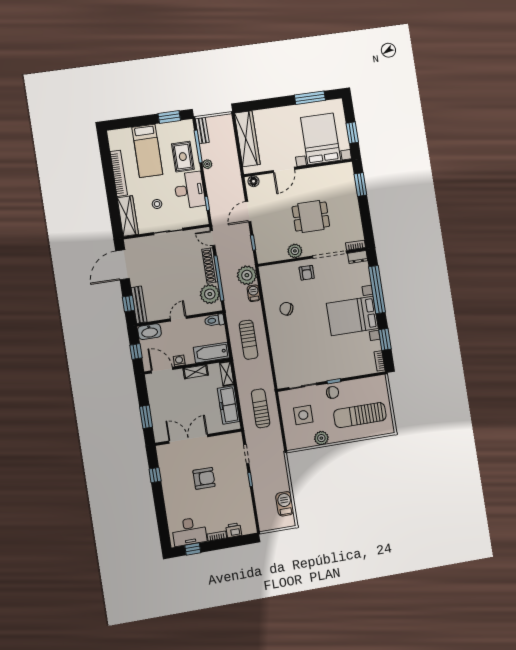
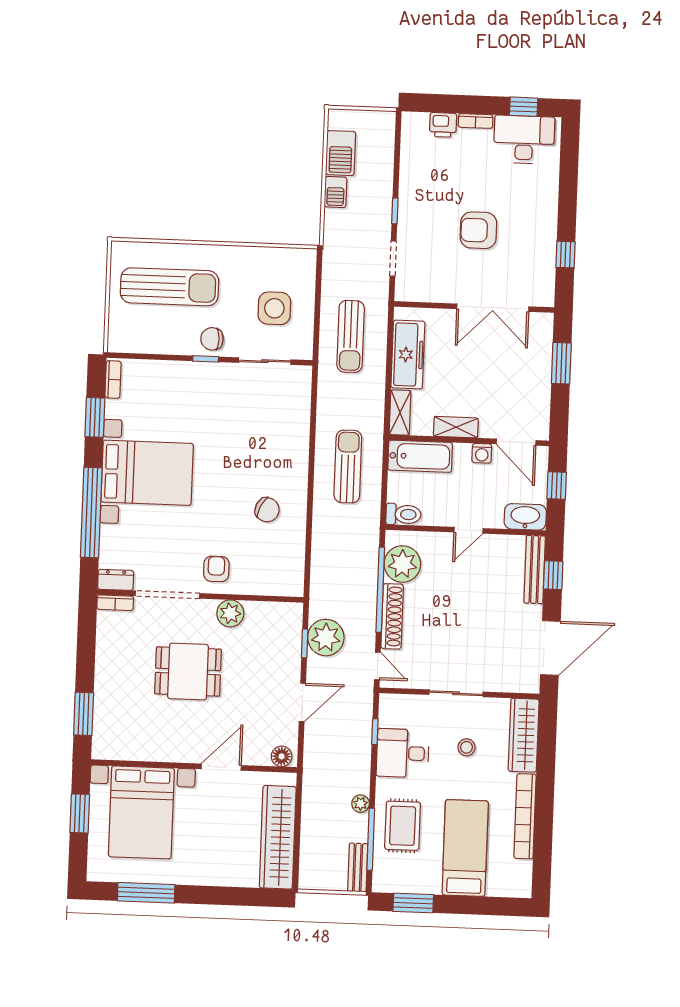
desk: (190, 190) -> (403, 753), width x0.73
plant: (247, 275) -> (326, 638), moved
barbecue: (254, 293) -> (335, 192), moved
plant: (321, 438) -> (249, 259), removed

